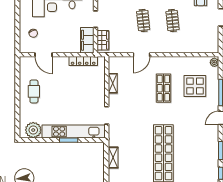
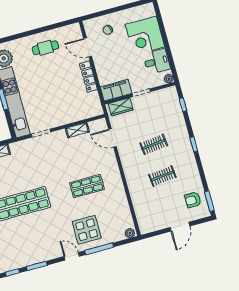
door: (44, 55) -> (88, 47), hinge flipped
door: (141, 55) -> (112, 138), moved
locker: (83, 61) -> (88, 76), moved
display table: (195, 86) -> (87, 230), moved

